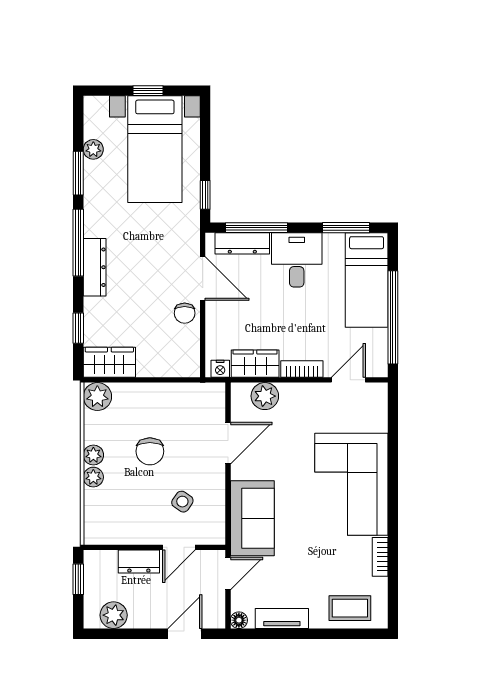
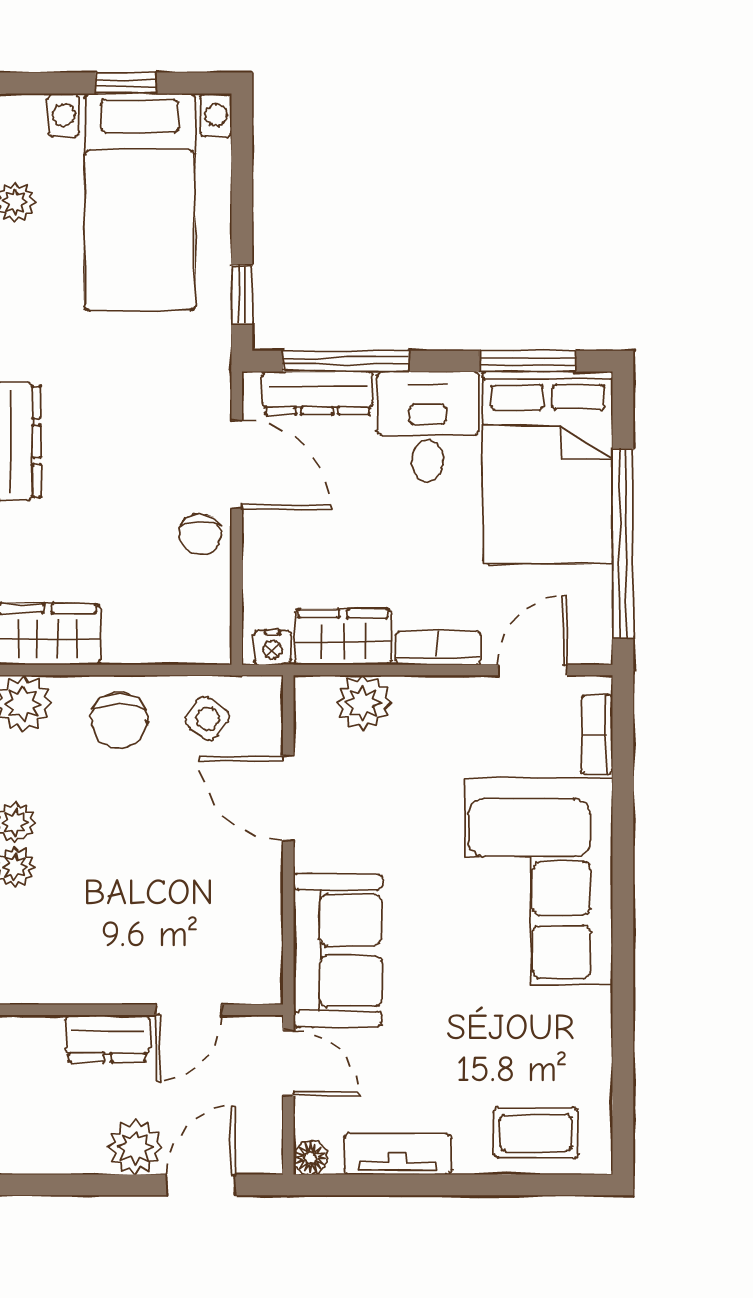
bed: (367, 280) -> (548, 467), width x1.50
door: (228, 443) -> (288, 798), swing flipped
chair: (150, 451) -> (119, 721), moved
side table: (182, 502) -> (207, 719), moved
bookcase: (380, 557) -> (597, 735), moved
door: (228, 574) -> (288, 1063), hinge flipped
plant: (114, 615) -> (135, 1147), moved

